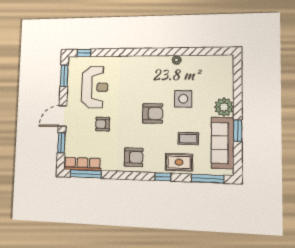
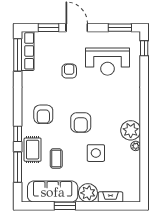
plant: (161, 65) -> (131, 130), added
fireplace: (228, 84) -> (110, 197), added
armchair: (134, 157) -> (43, 114), moved
window: (207, 179) -> (18, 167), moved

